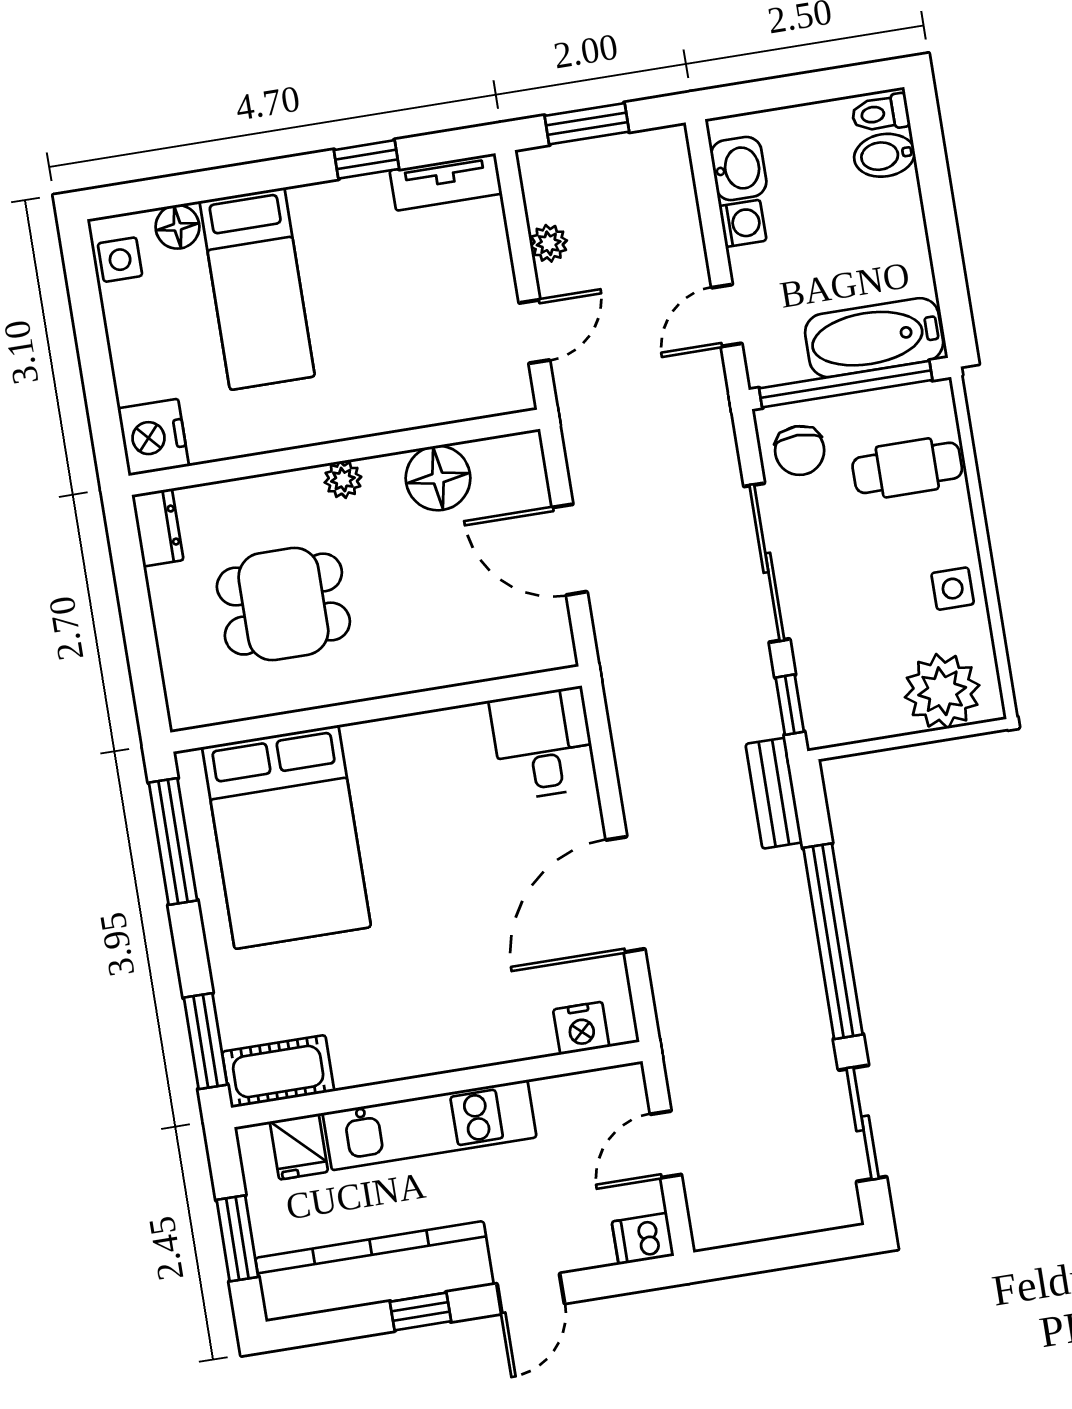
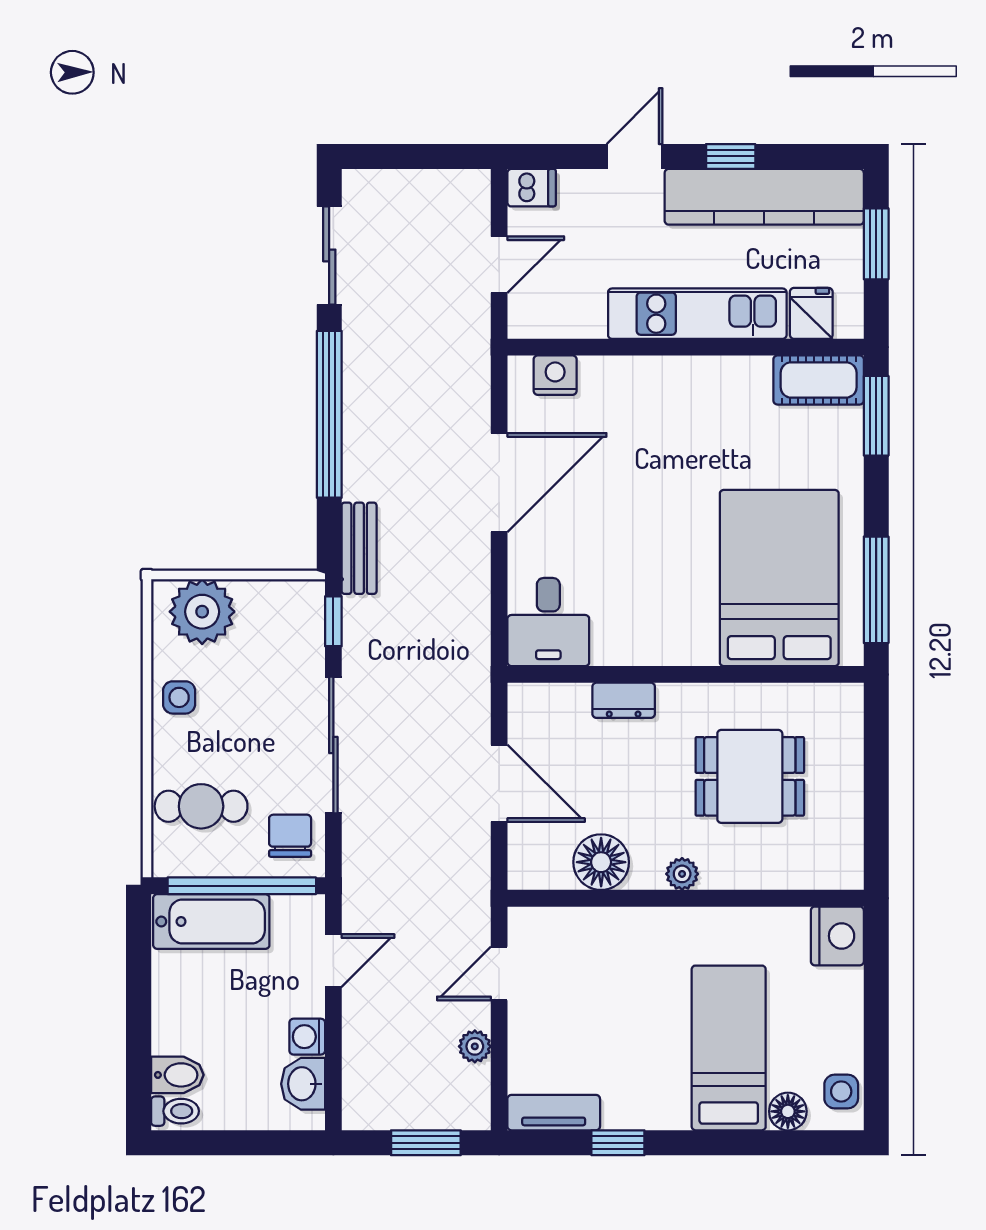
dresser: (158, 528) -> (624, 700), moved, turned -90

